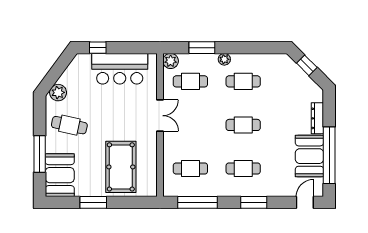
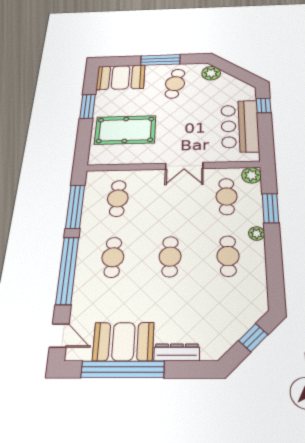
window: (40, 154) -> (160, 60), moved
window: (254, 202) -> (67, 270), width x2.11

